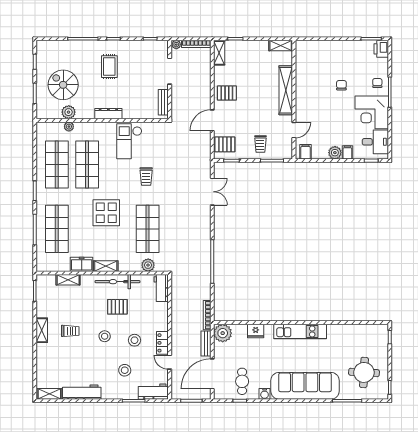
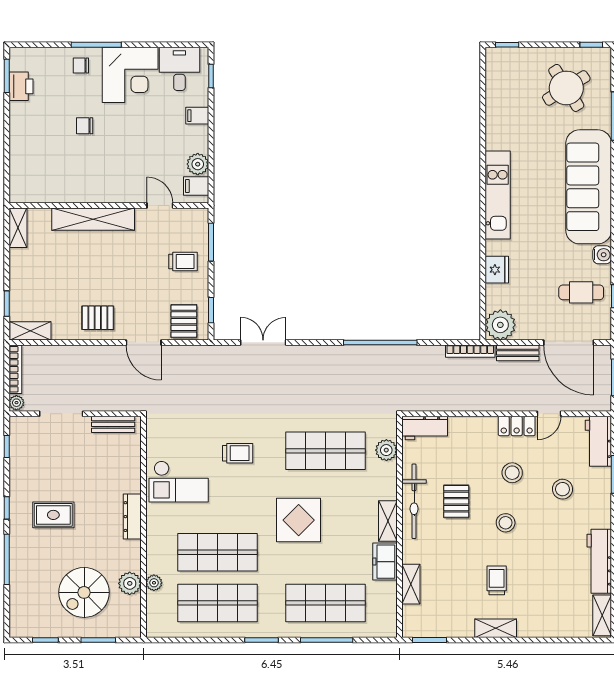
printer: (381, 49) -> (21, 86), moved, turned -90
pallet: (227, 93) -> (98, 318), turned 90
plant: (335, 153) -> (198, 164), moved
round table: (364, 372) -> (566, 88), turned -35

